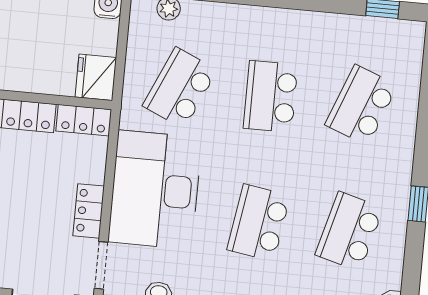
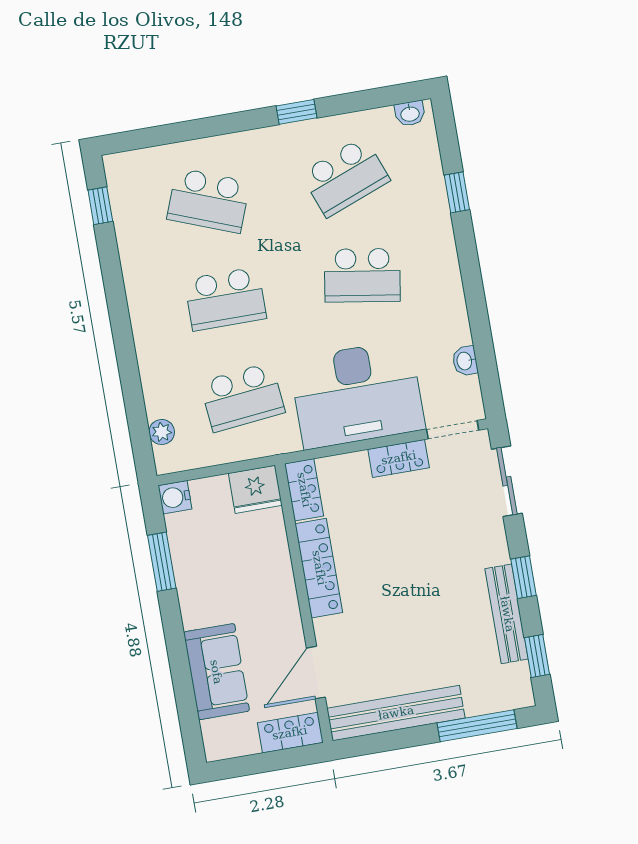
school desk: (180, 88) -> (242, 397), turned -30
school desk: (349, 231) -> (345, 177), turned -36

